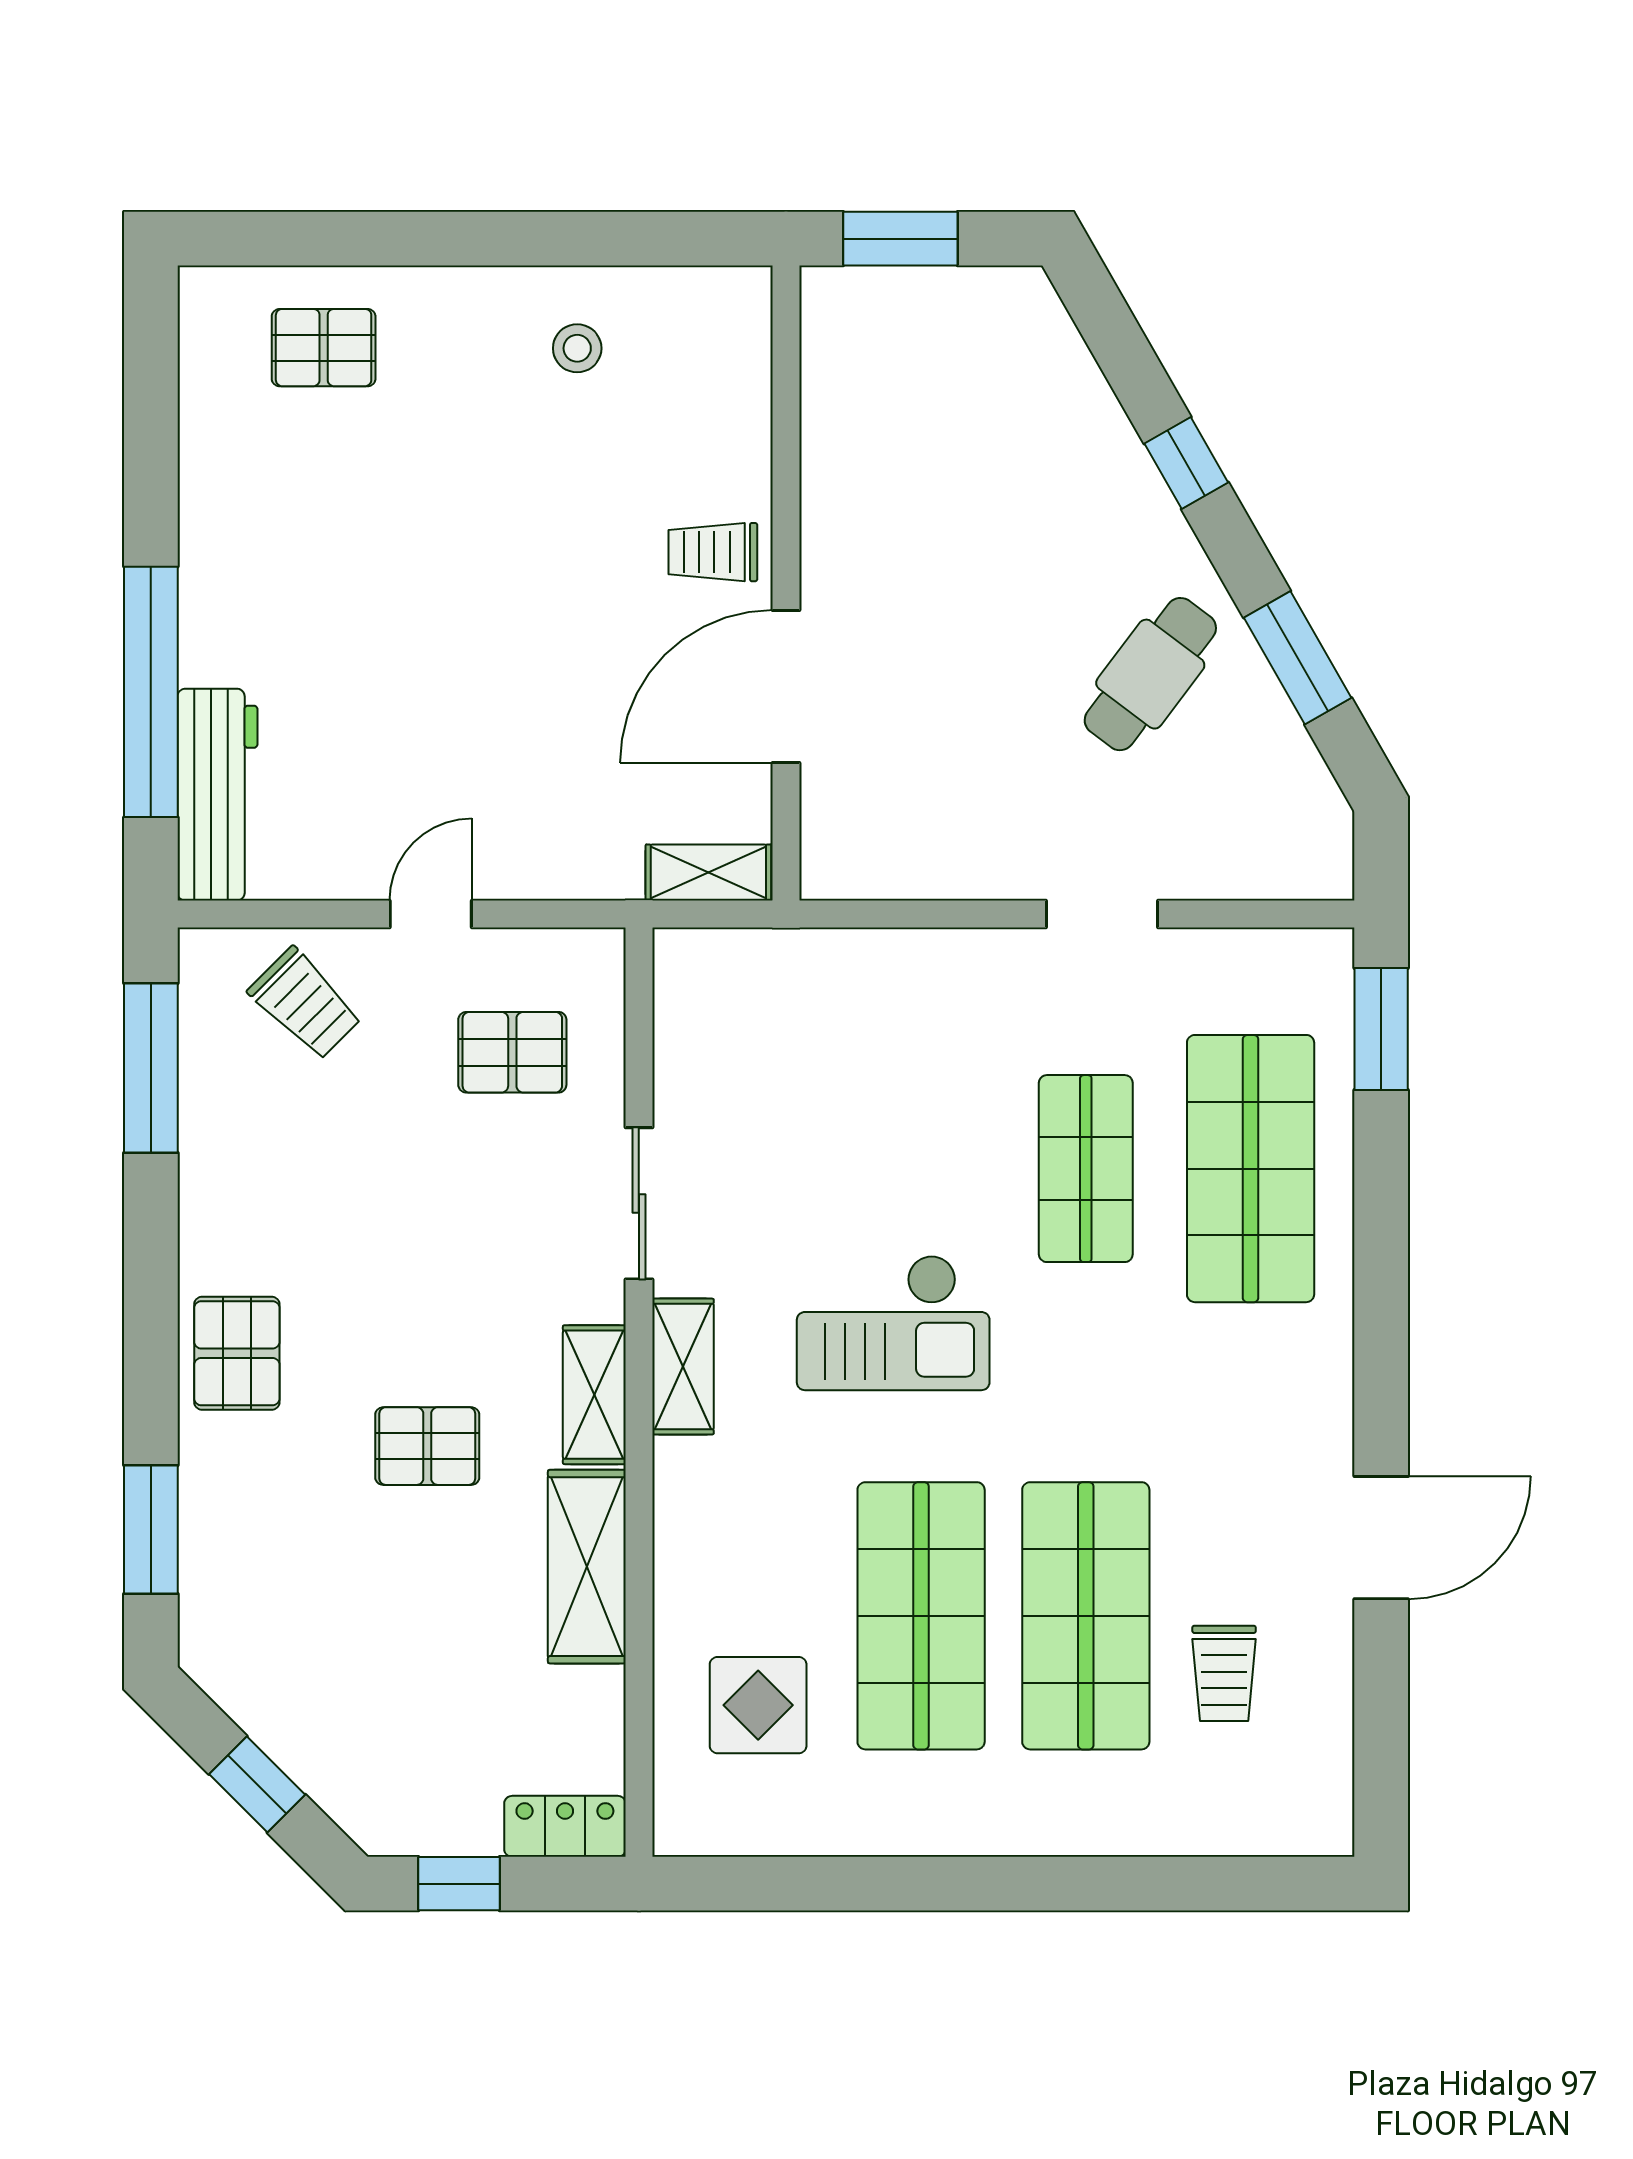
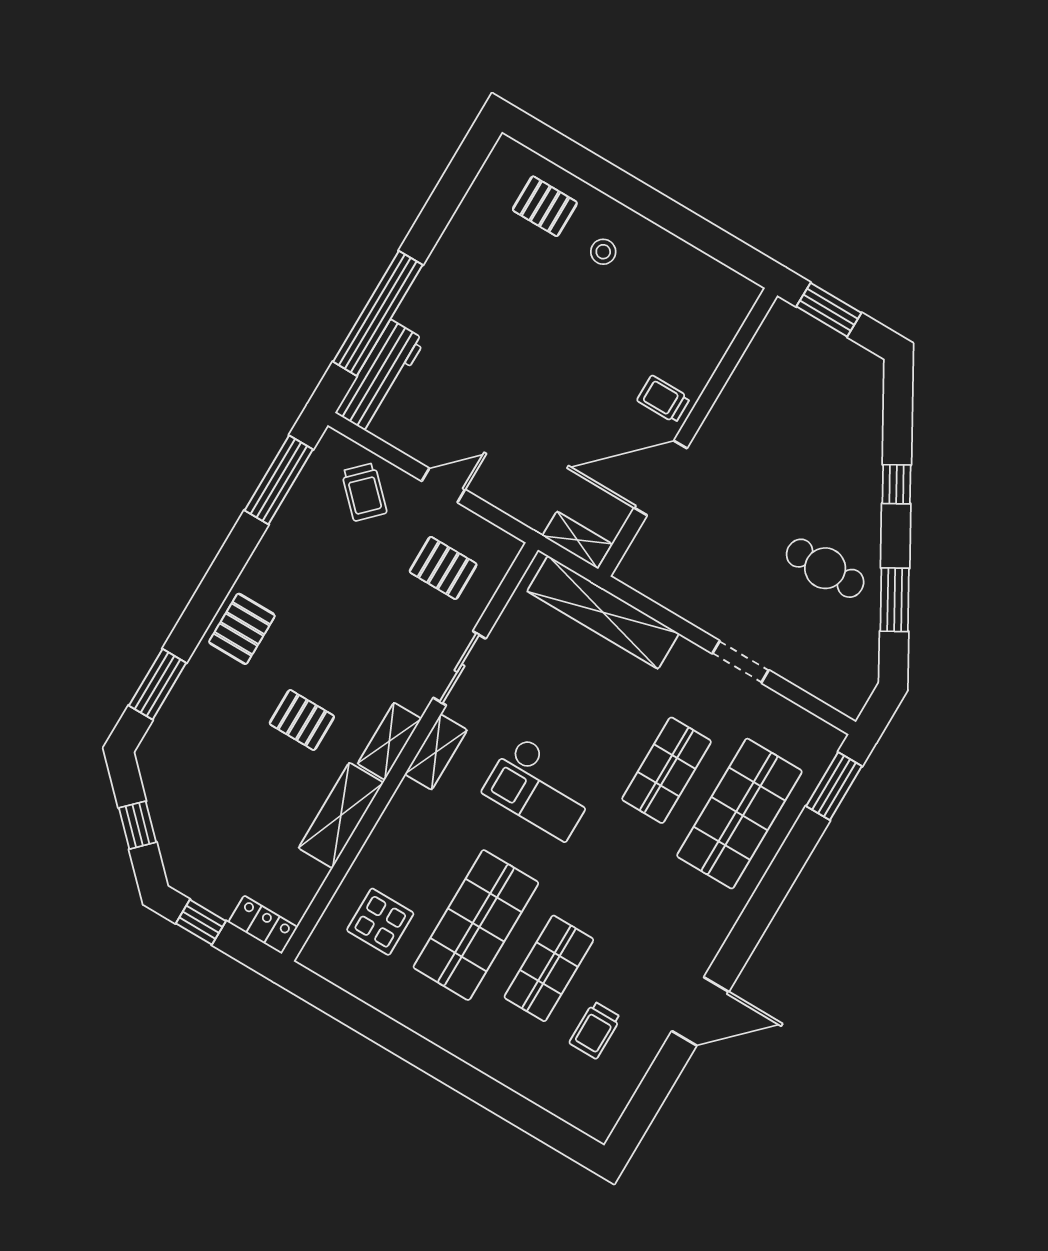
stool: (577, 348) -> (603, 252), moved
cafe table: (1150, 674) -> (825, 568), turned 53
shelving: (823, 968) -> (603, 612), added
shop shelf: (1086, 1616) -> (549, 968), width x0.70, depth x0.74

